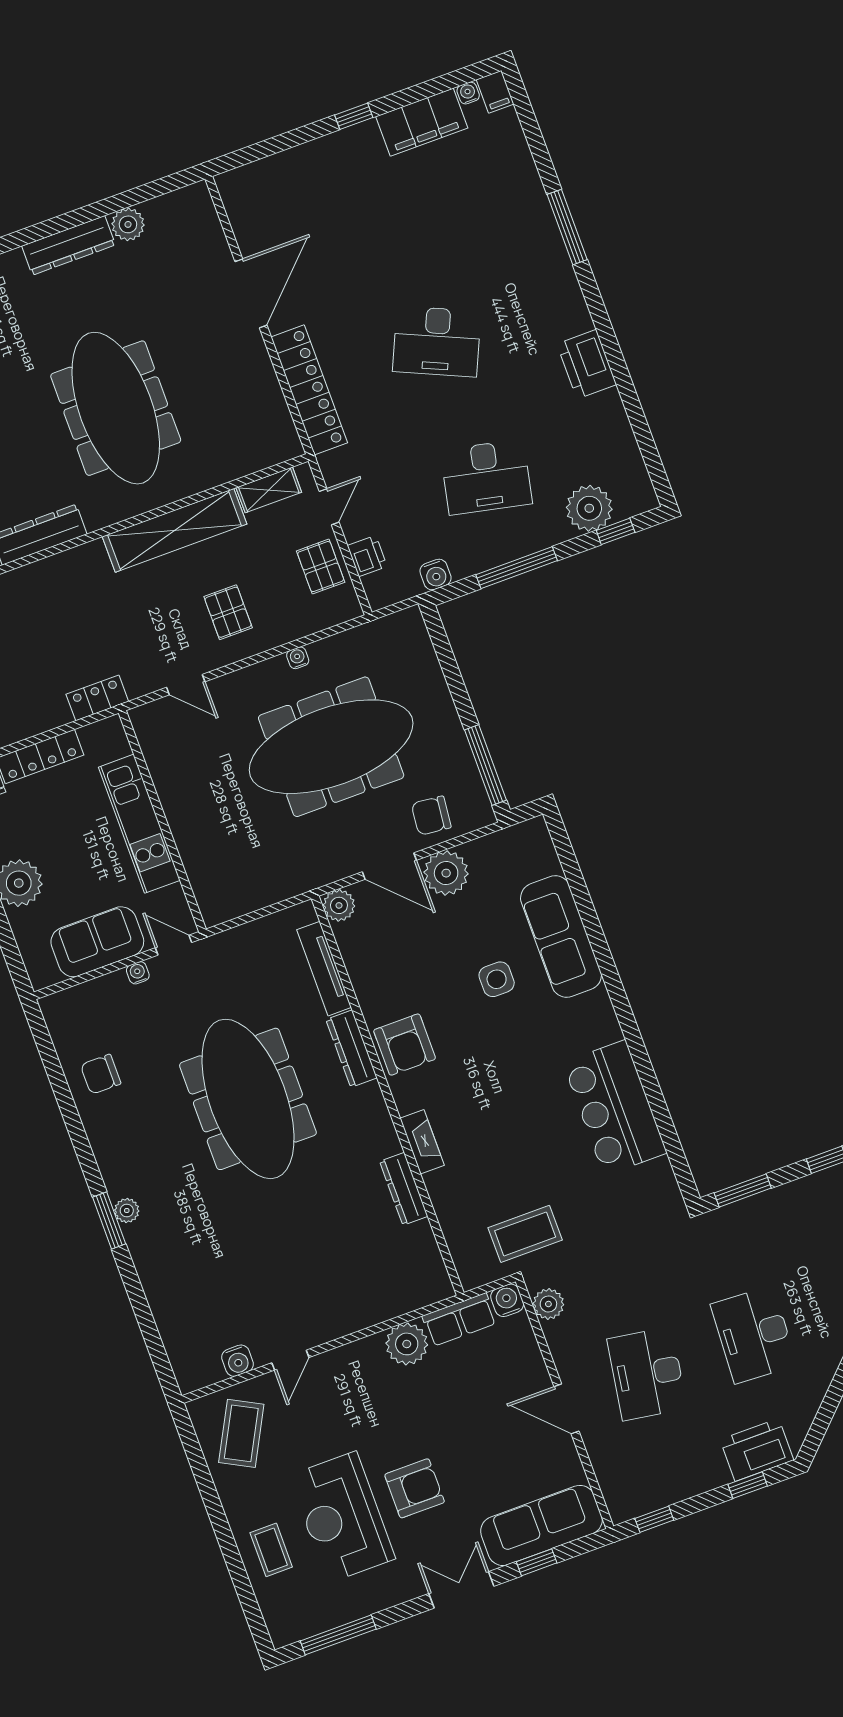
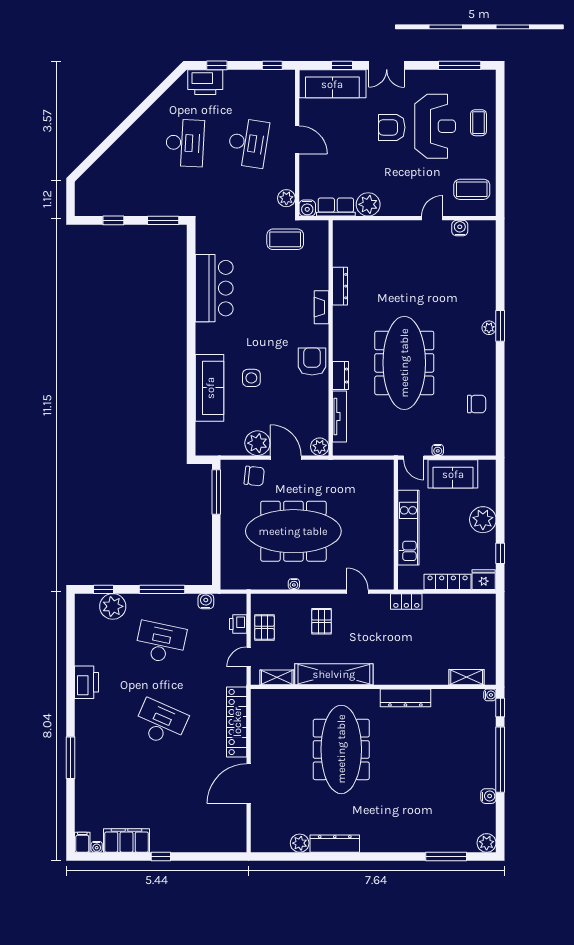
dresser: (352, 1049) -> (340, 376), width x0.70
coffee table: (241, 1433) -> (472, 189), turned 62

